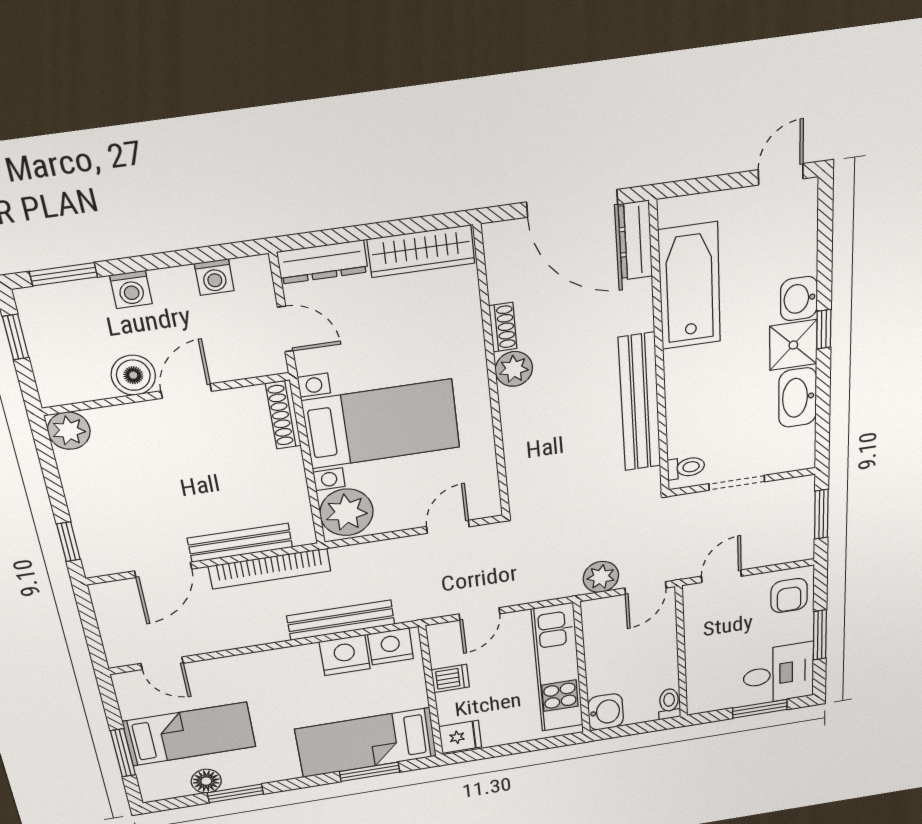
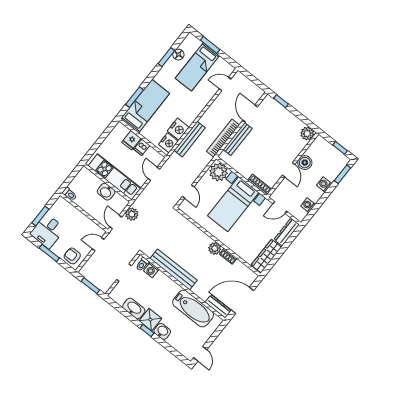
washing machine: (682, 441) -> (151, 270), added
door: (721, 576) -> (98, 244), swing flipped
washbasin: (606, 712) -> (106, 192), moved
fridge: (460, 737) -> (131, 140), moved

